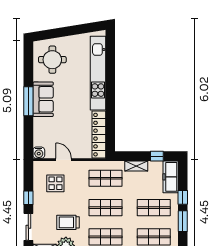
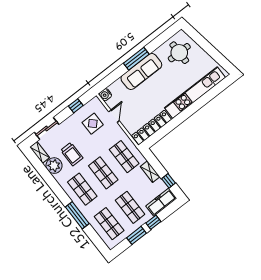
sofa: (43, 99) -> (141, 72), width x1.36
window: (28, 198) -> (76, 106), moved
trolley: (68, 222) -> (72, 154), turned 180

